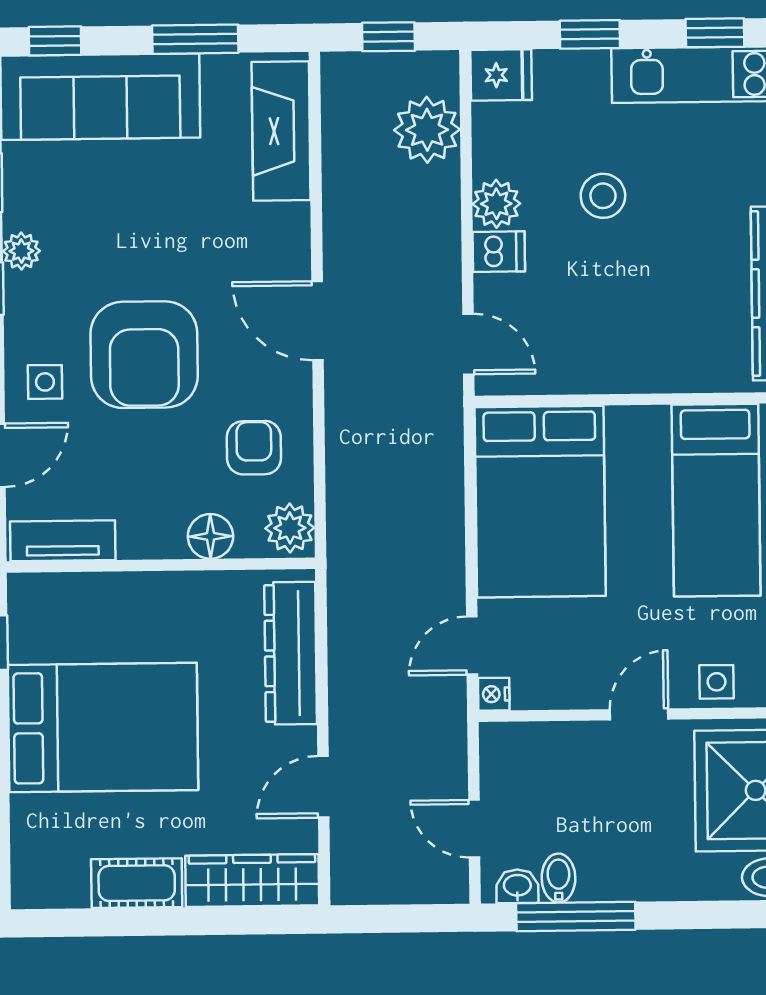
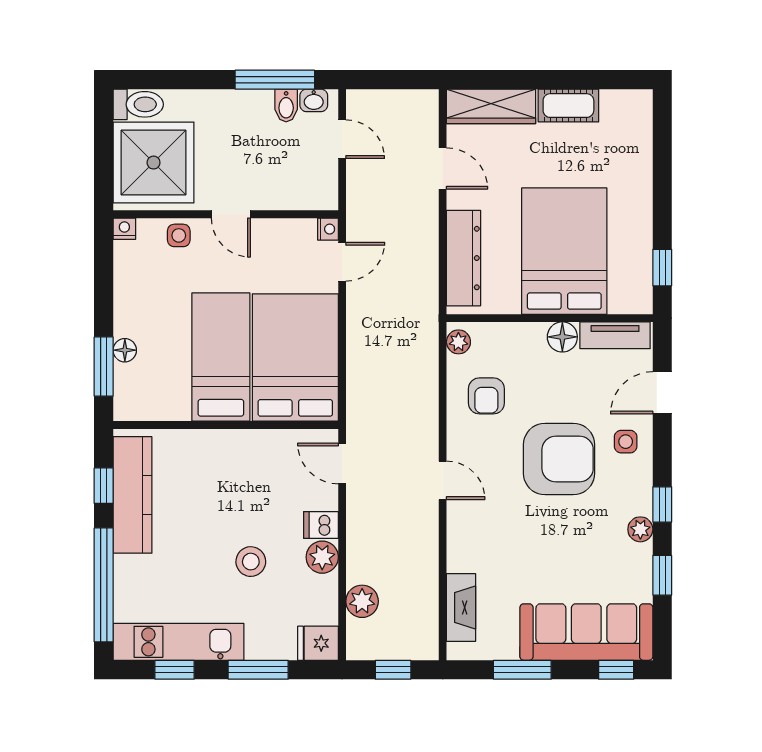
window: (590, 34) -> (258, 670), width x1.50
plant: (427, 130) -> (362, 601), width x0.73, depth x0.73
fireplace: (281, 131) -> (461, 607), width x0.73, depth x0.76
door: (318, 321) -> (443, 480), width x0.73
armchair: (144, 355) -> (559, 459), turned 90
bed: (716, 500) -> (221, 357), moved
plant: (290, 528) -> (458, 342), width x0.73, depth x0.73
floor lamp: (210, 536) -> (562, 337), moved
door: (639, 714) -> (231, 214), hinge flipped
bed: (103, 727) -> (564, 251), moved, turned 90
door: (323, 787) -> (443, 169), hinge flipped

